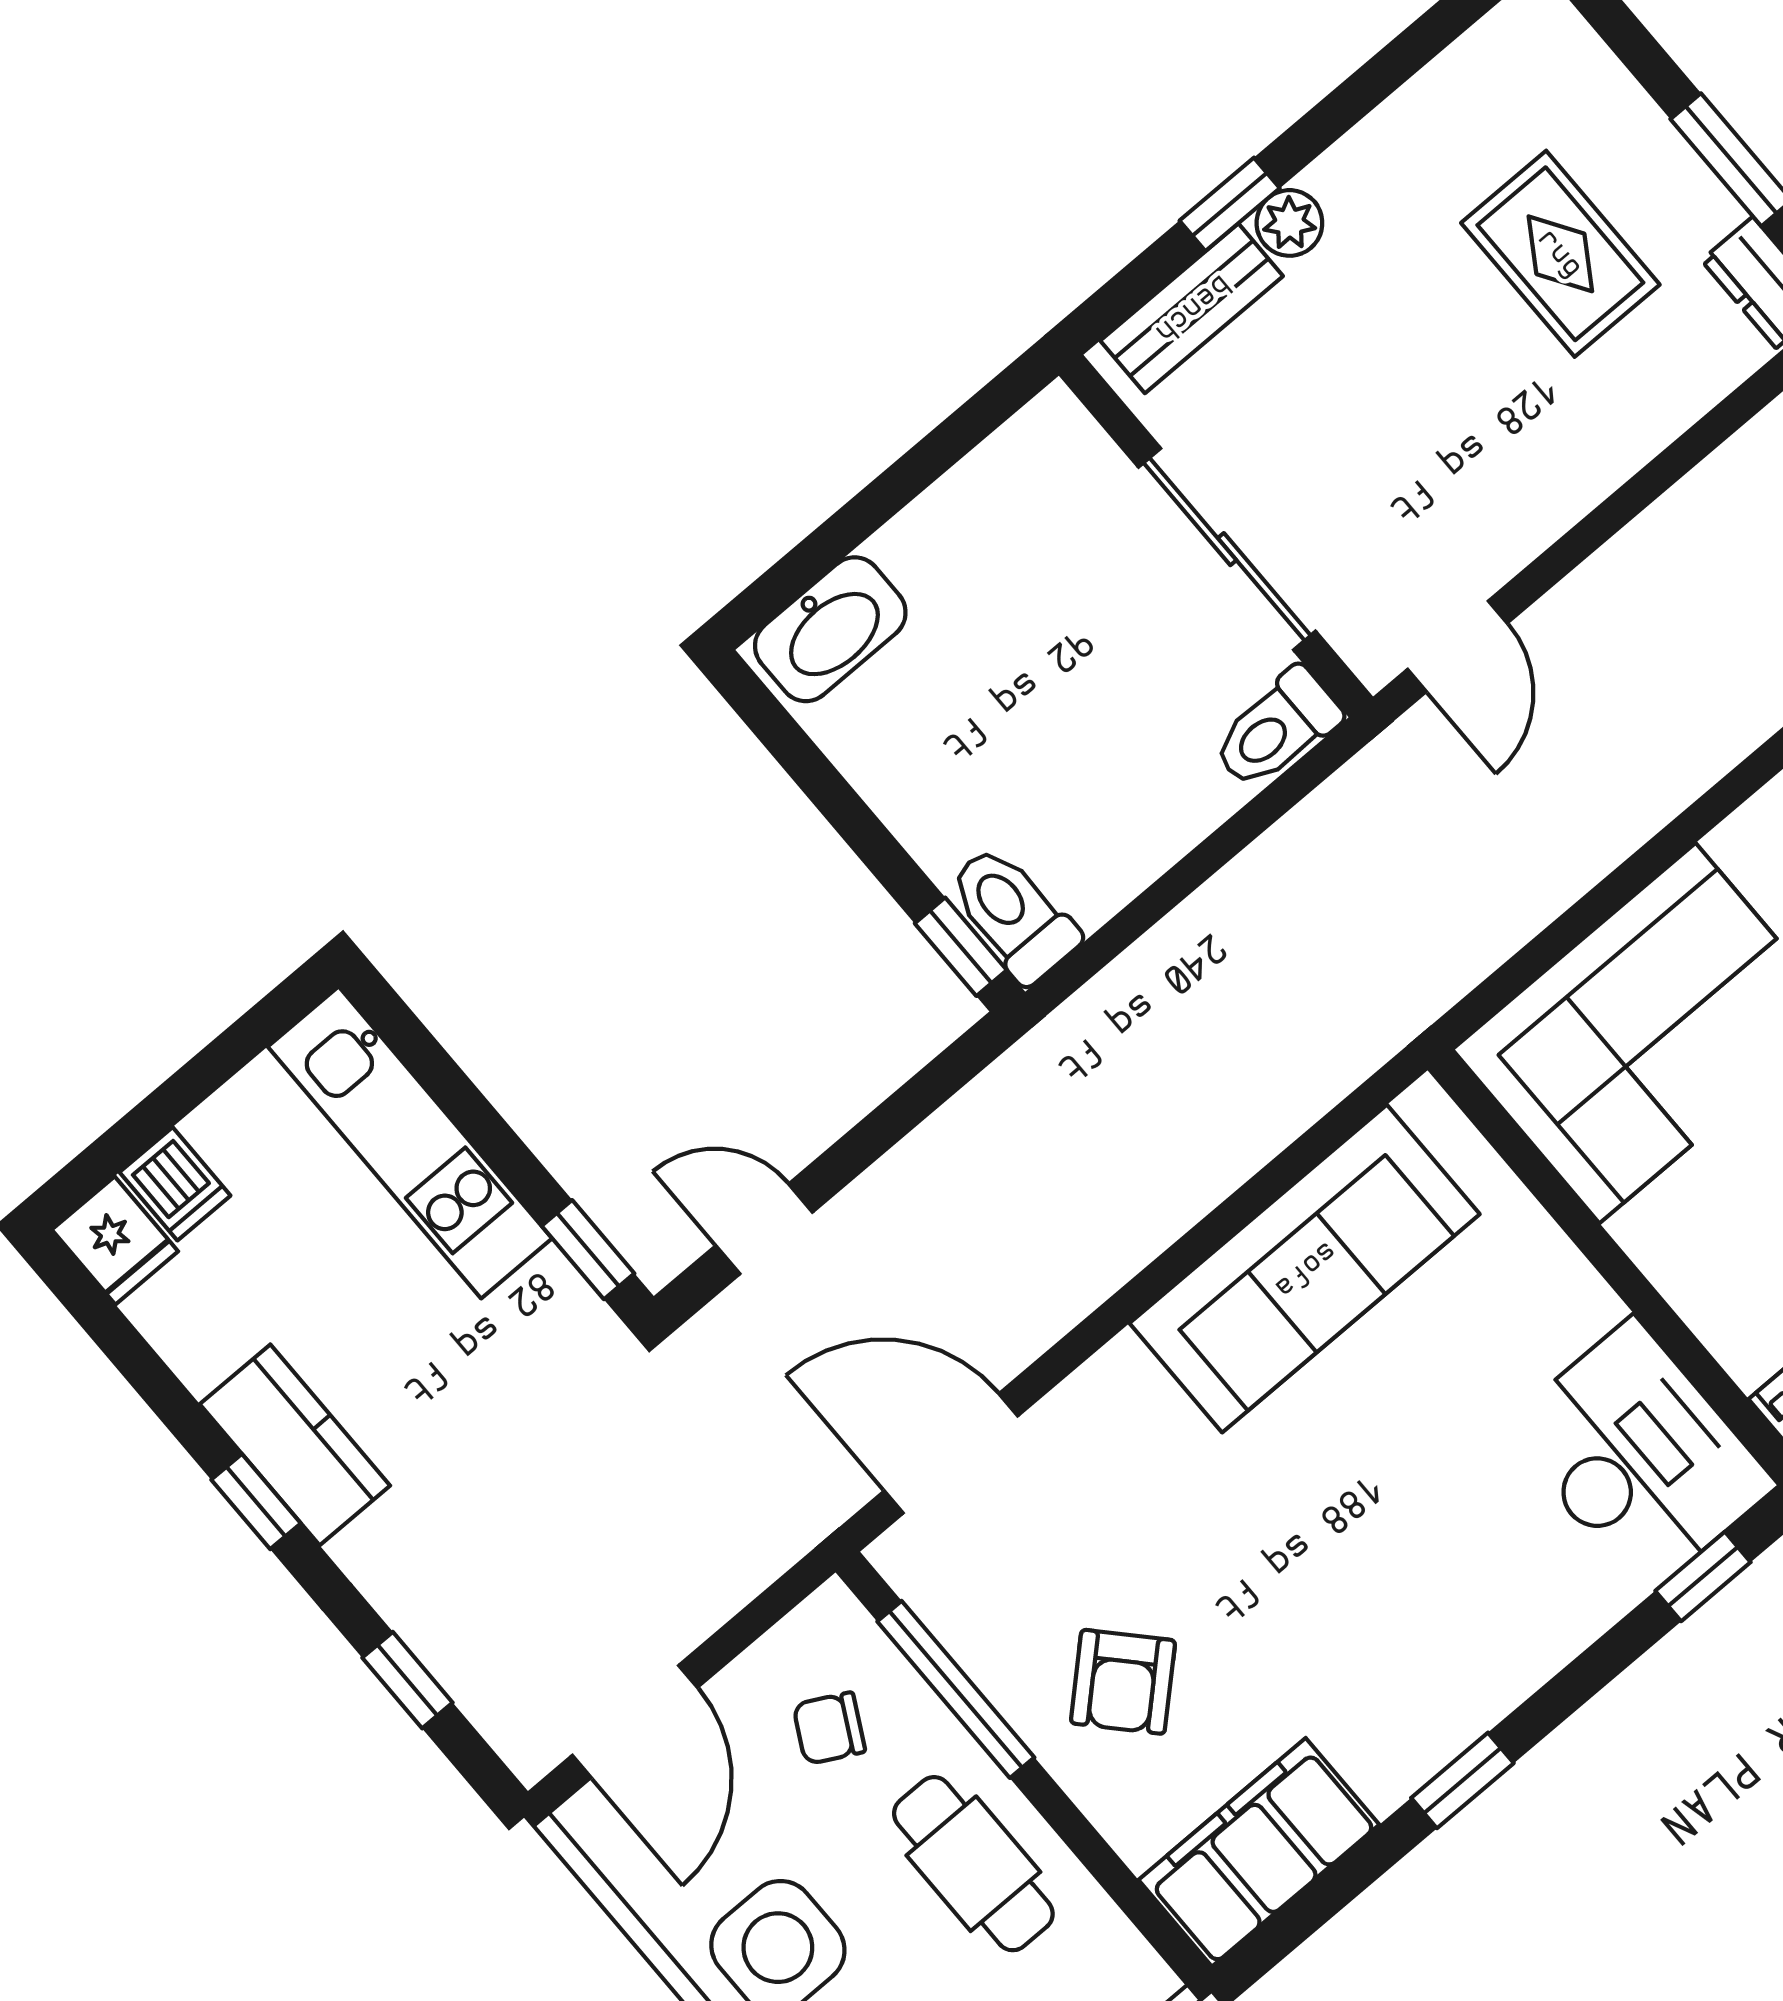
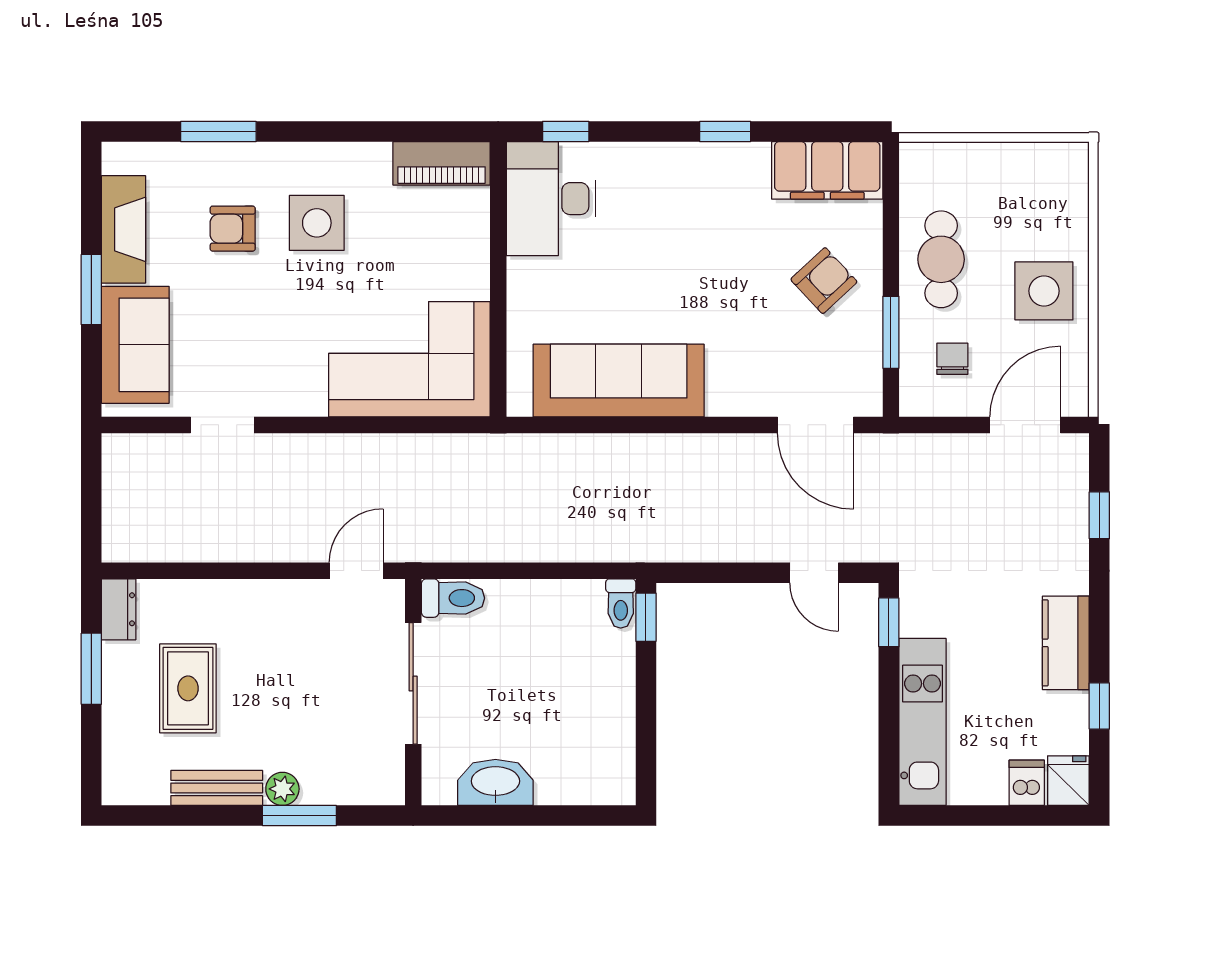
window: (1230, 204) -> (299, 816), width x1.50
bench: (1192, 308) -> (217, 788), moved
washbasin: (830, 629) -> (495, 782), moved
toilet: (1013, 914) -> (621, 603), width x0.73, depth x0.72
window: (256, 1502) -> (1099, 706), moved
window: (956, 1689) -> (891, 332), width x0.69
chair: (829, 1728) -> (952, 359), turned -118

